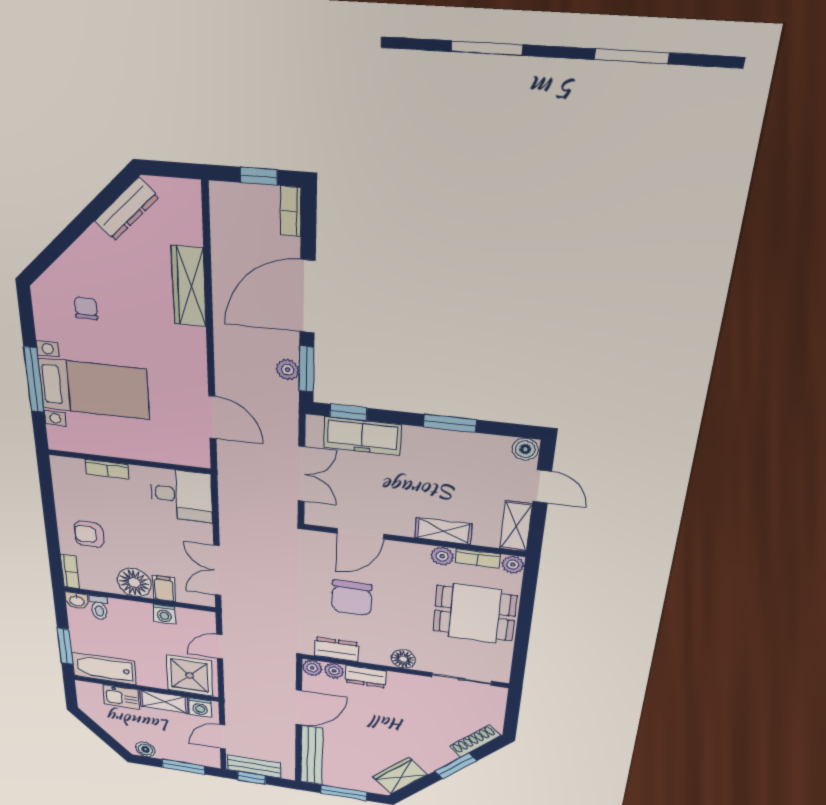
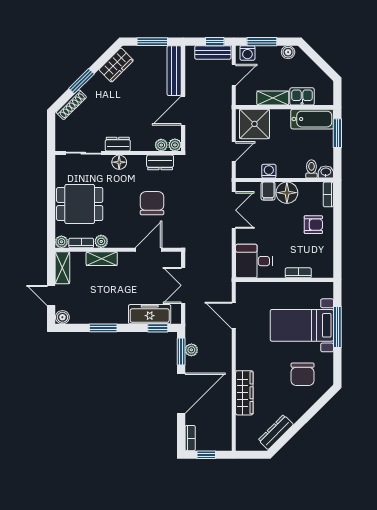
chair: (86, 308) -> (303, 374), width x1.87, depth x1.87
dresser: (366, 677) -> (118, 144), moved
washing machine: (200, 707) -> (247, 53), moved, turned 180

